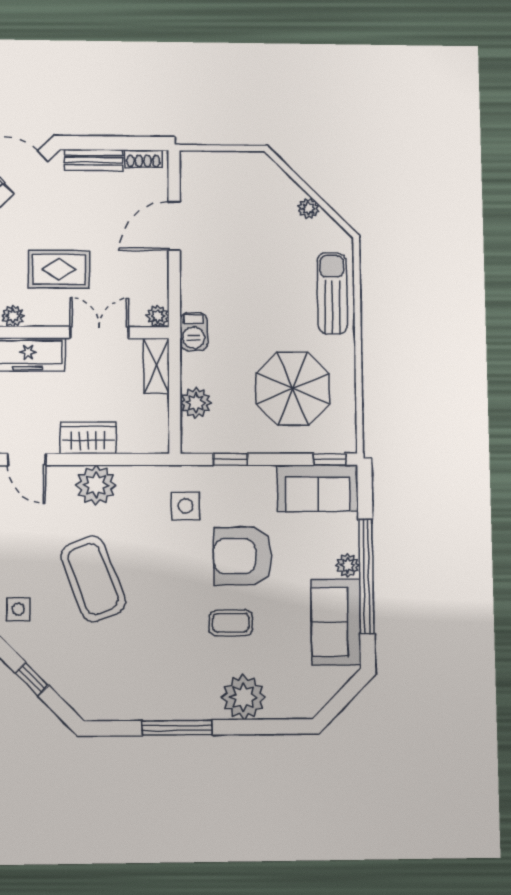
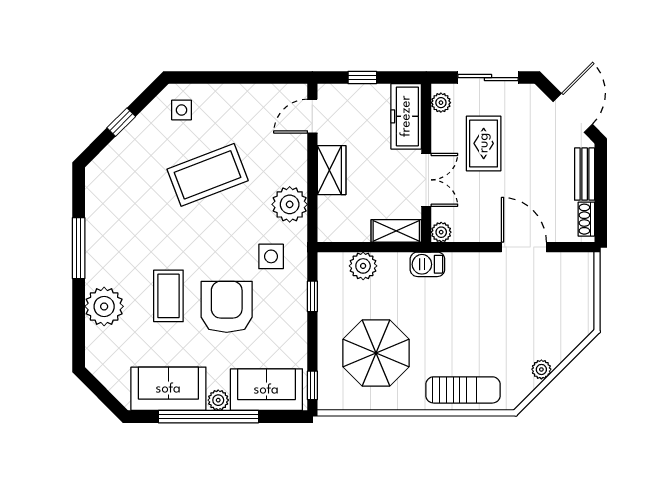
plant: (96, 485) -> (290, 204), moved
sofa: (318, 488) -> (266, 390), moved, turned 90
coffee table: (231, 623) -> (168, 296), width x1.36, depth x1.30

